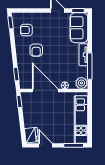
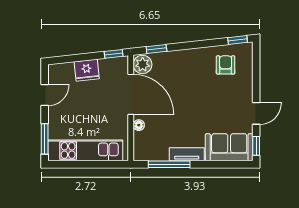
armchair: (36, 50) -> (194, 80), removed
plant: (81, 83) -> (143, 64), moved
door: (45, 90) -> (131, 94), hinge flipped
fridge: (32, 135) -> (87, 70), moved

